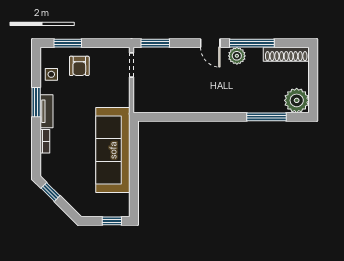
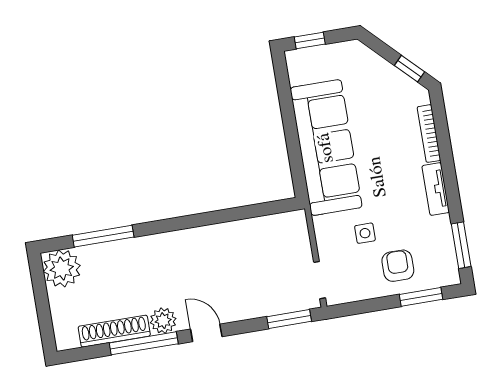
shoe rack: (286, 54) -> (114, 331), moved
side table: (51, 74) -> (365, 233), moved
window: (36, 102) -> (461, 245), moved
bookcase: (45, 141) -> (429, 134), width x1.56

